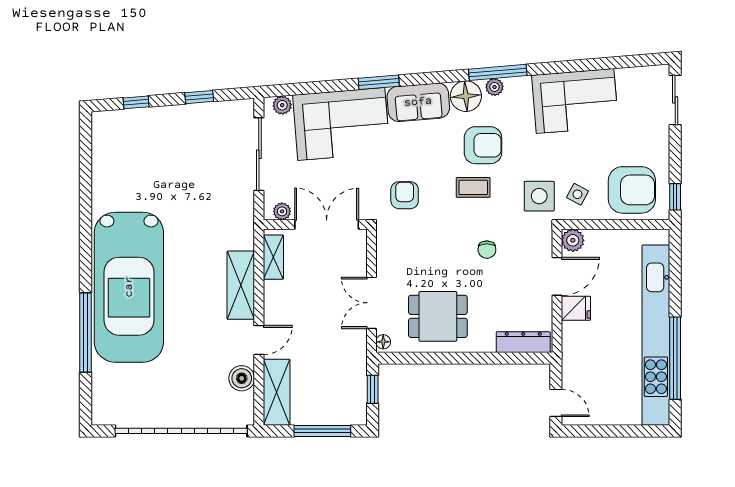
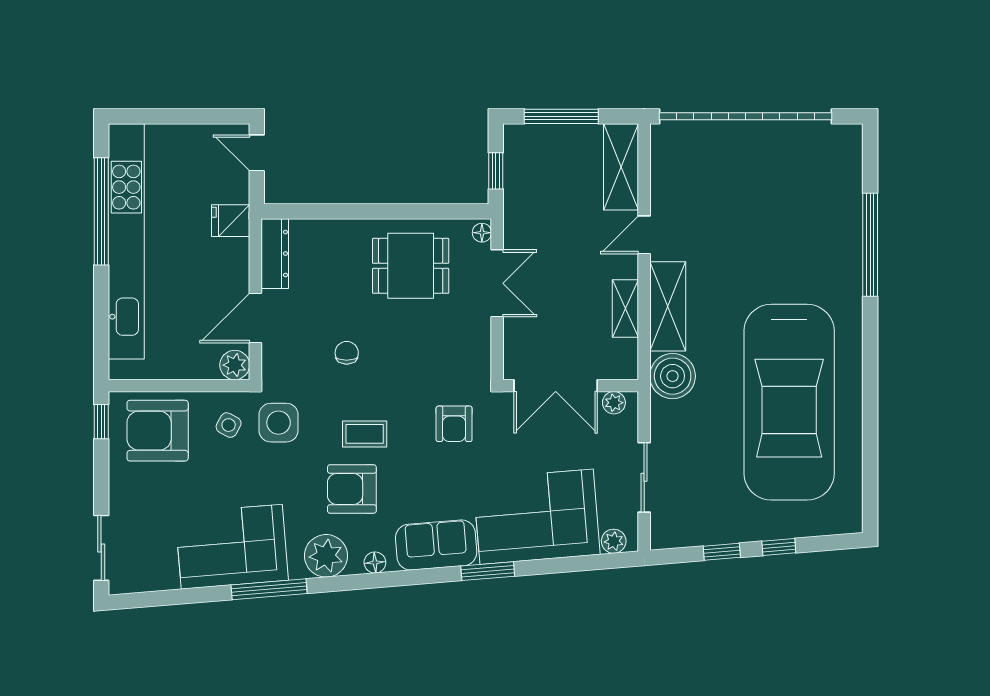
window: (498, 72) -> (269, 589), moved
plant: (494, 87) -> (326, 556), width x1.88, depth x1.88
floor lamp: (466, 96) -> (375, 562), width x0.53, depth x0.53
window: (136, 102) -> (779, 547), moved
sliding door: (259, 154) -> (644, 477), width x0.73
shelving: (273, 257) -> (625, 309), moved
car: (129, 287) -> (789, 402), moved, turned 180
fridge: (576, 308) -> (231, 221), moved
dresser: (523, 342) -> (275, 254), moved, turned -90
boiler: (242, 378) -> (673, 376), moved, width x1.37, depth x1.37

